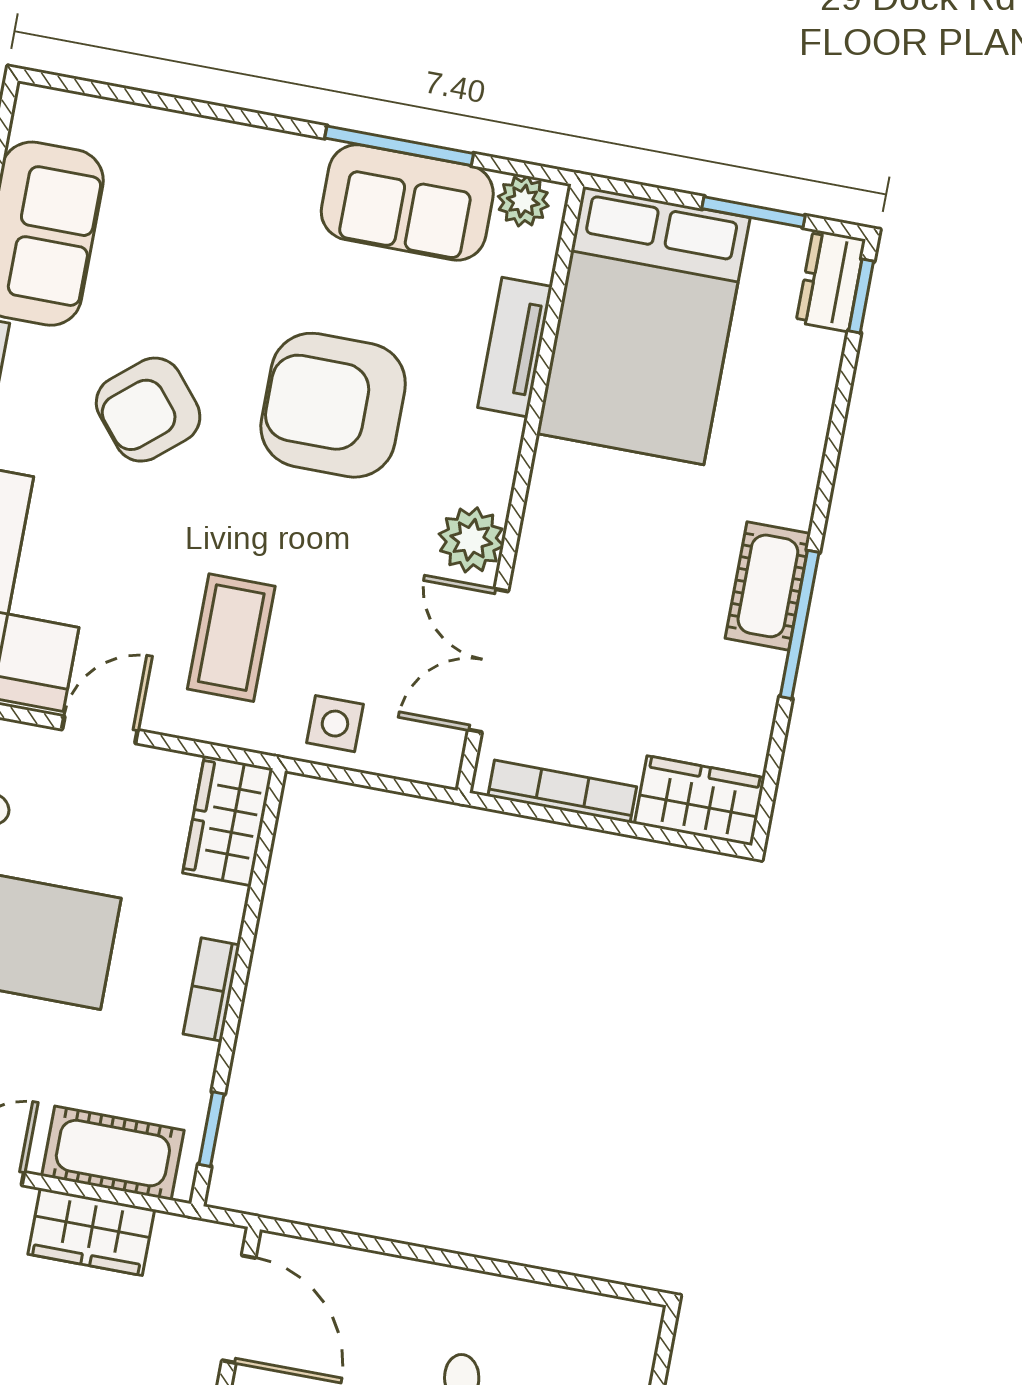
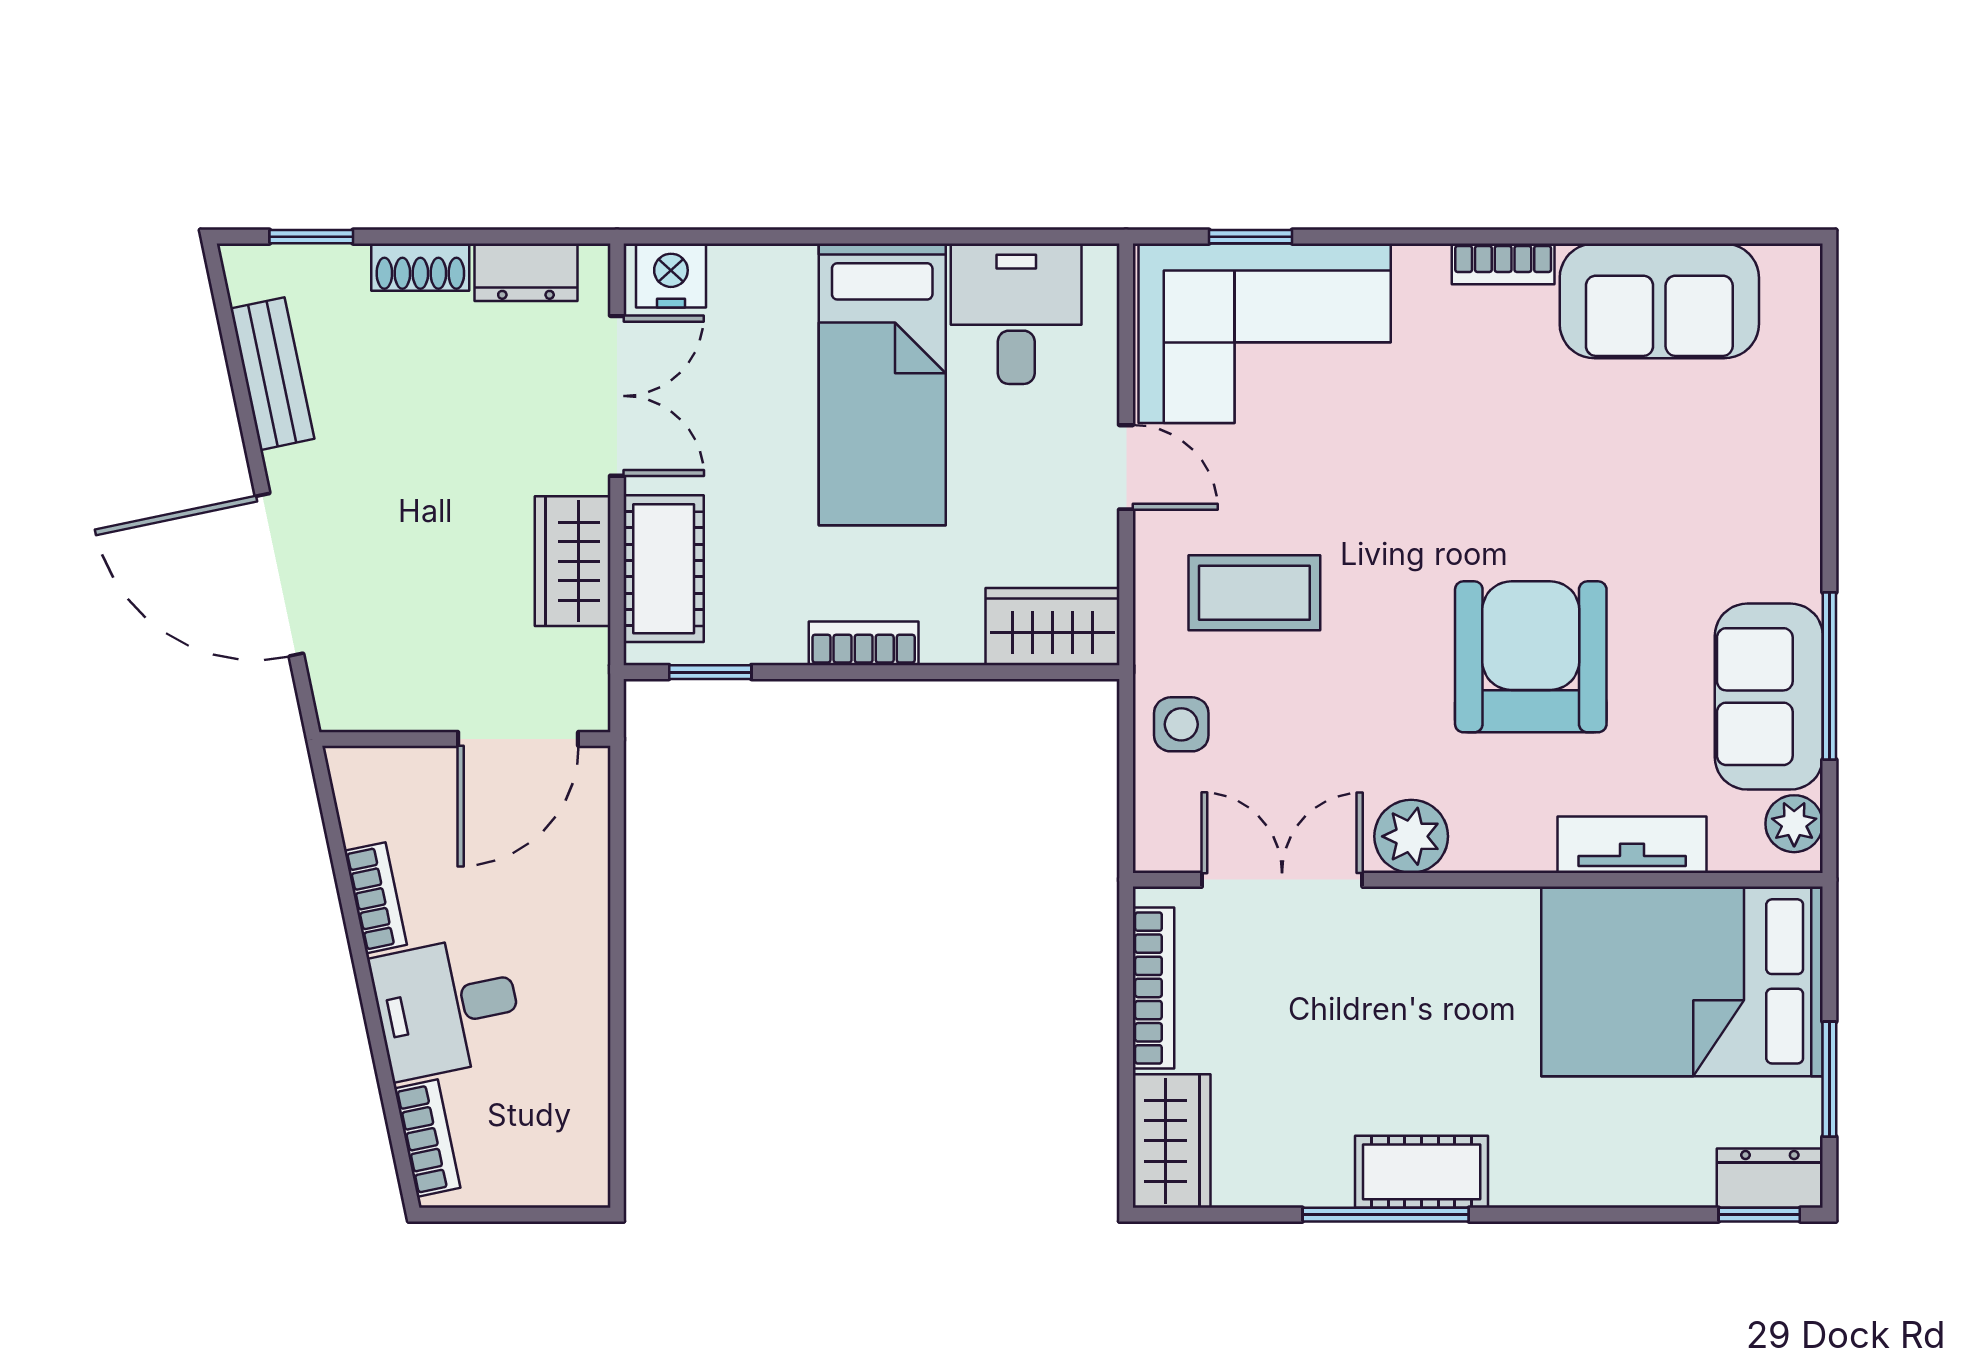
armchair: (148, 410) -> (1488, 454), removed

